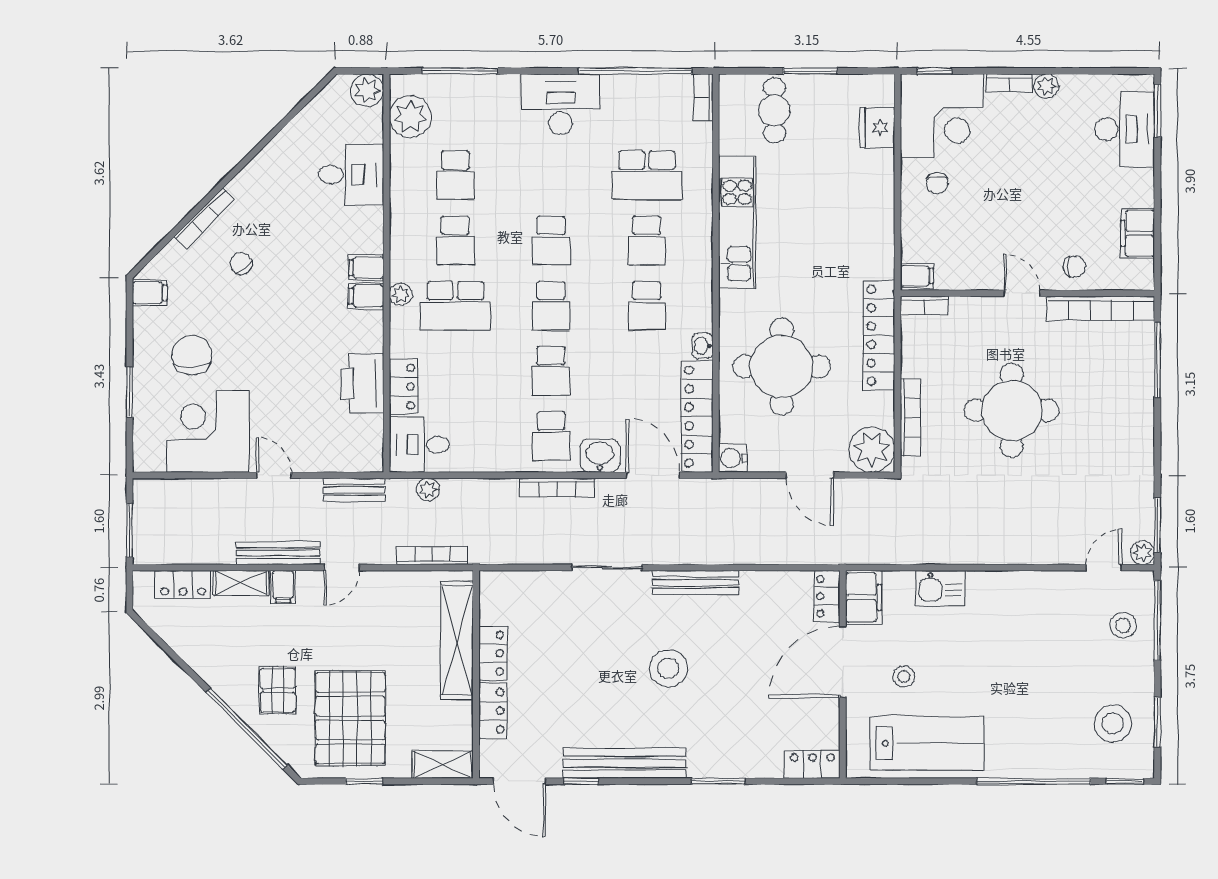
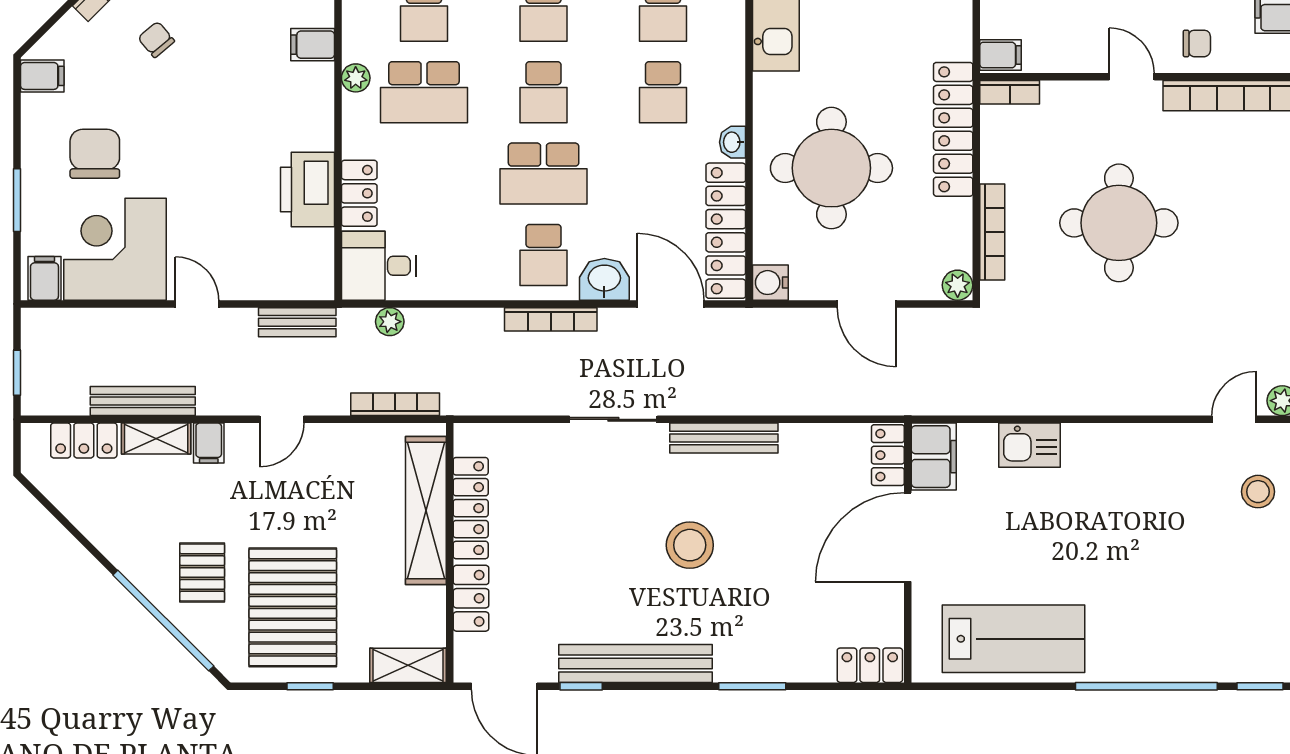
filing cabinet: (366, 296) -> (44, 278), moved, turned 90
school desk: (551, 371) -> (544, 174), width x1.85
plant: (872, 450) -> (958, 285), width x0.53, depth x0.53
window: (130, 530) -> (17, 373), width x0.67
bench: (278, 553) -> (143, 401), moved
locker: (493, 653) -> (471, 508), width x1.53
stool: (904, 677) -> (984, 556), removed
stool: (1113, 723) -> (1245, 614), removed

